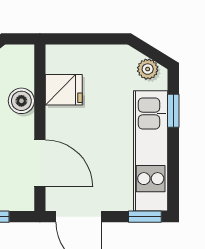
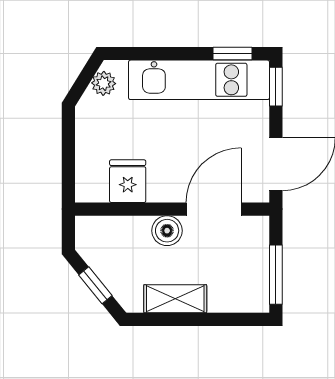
boiler: (21, 101) -> (167, 231), moved
window: (173, 111) -> (233, 53), moved

